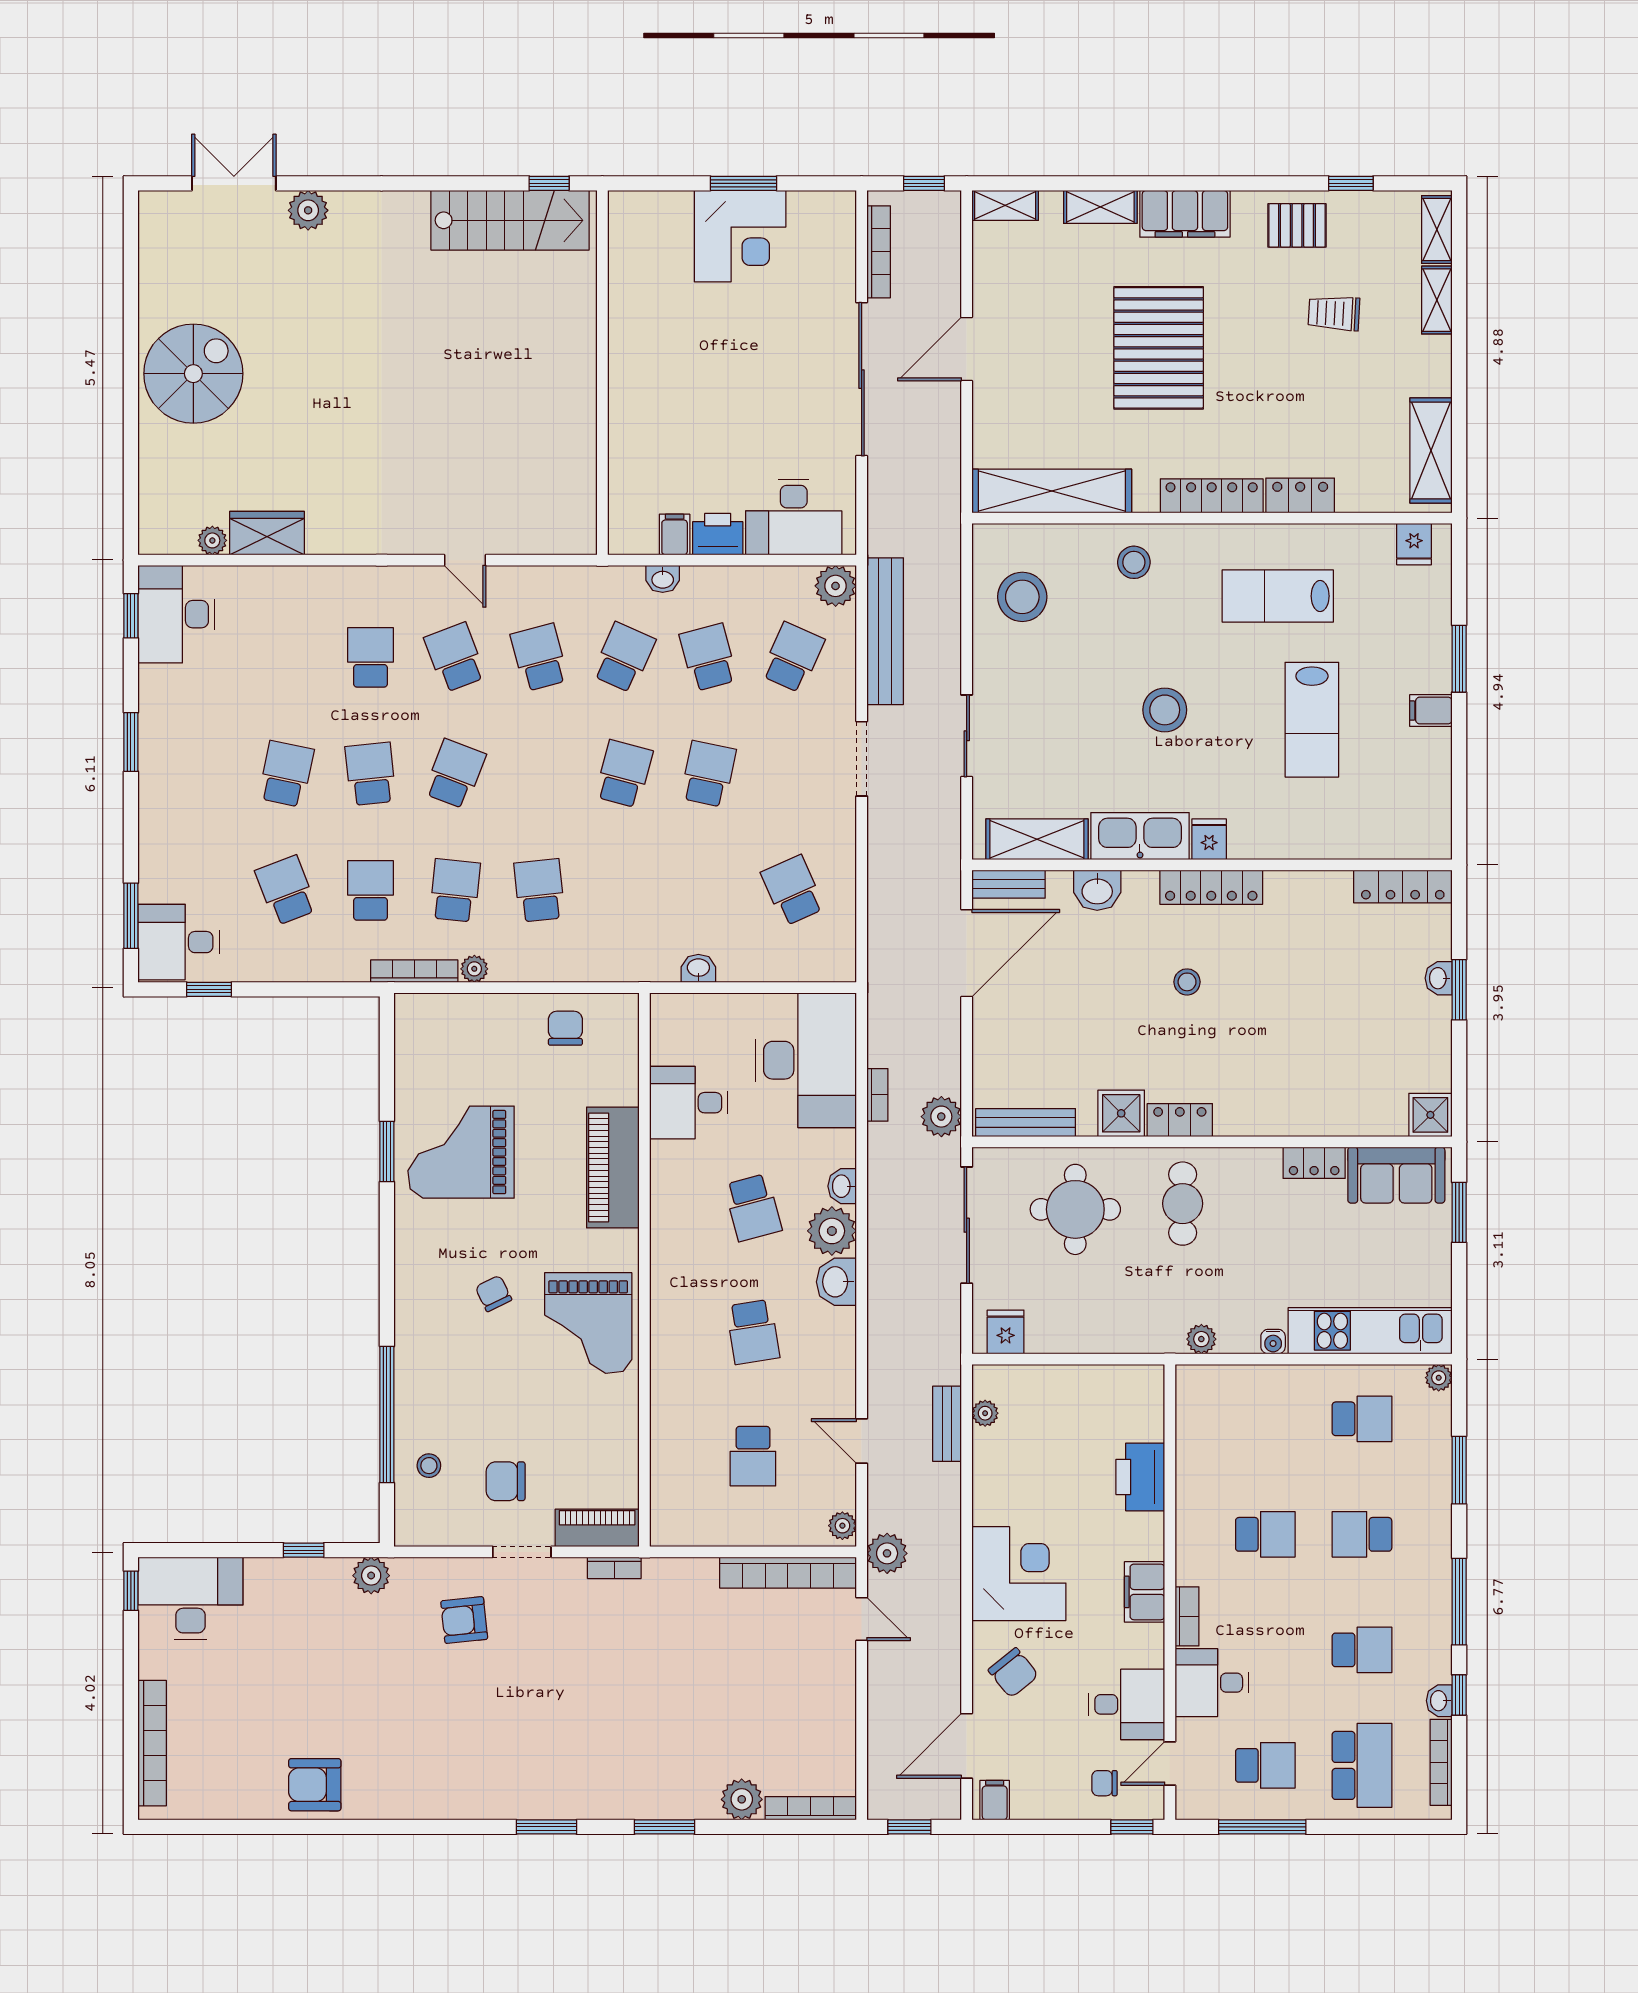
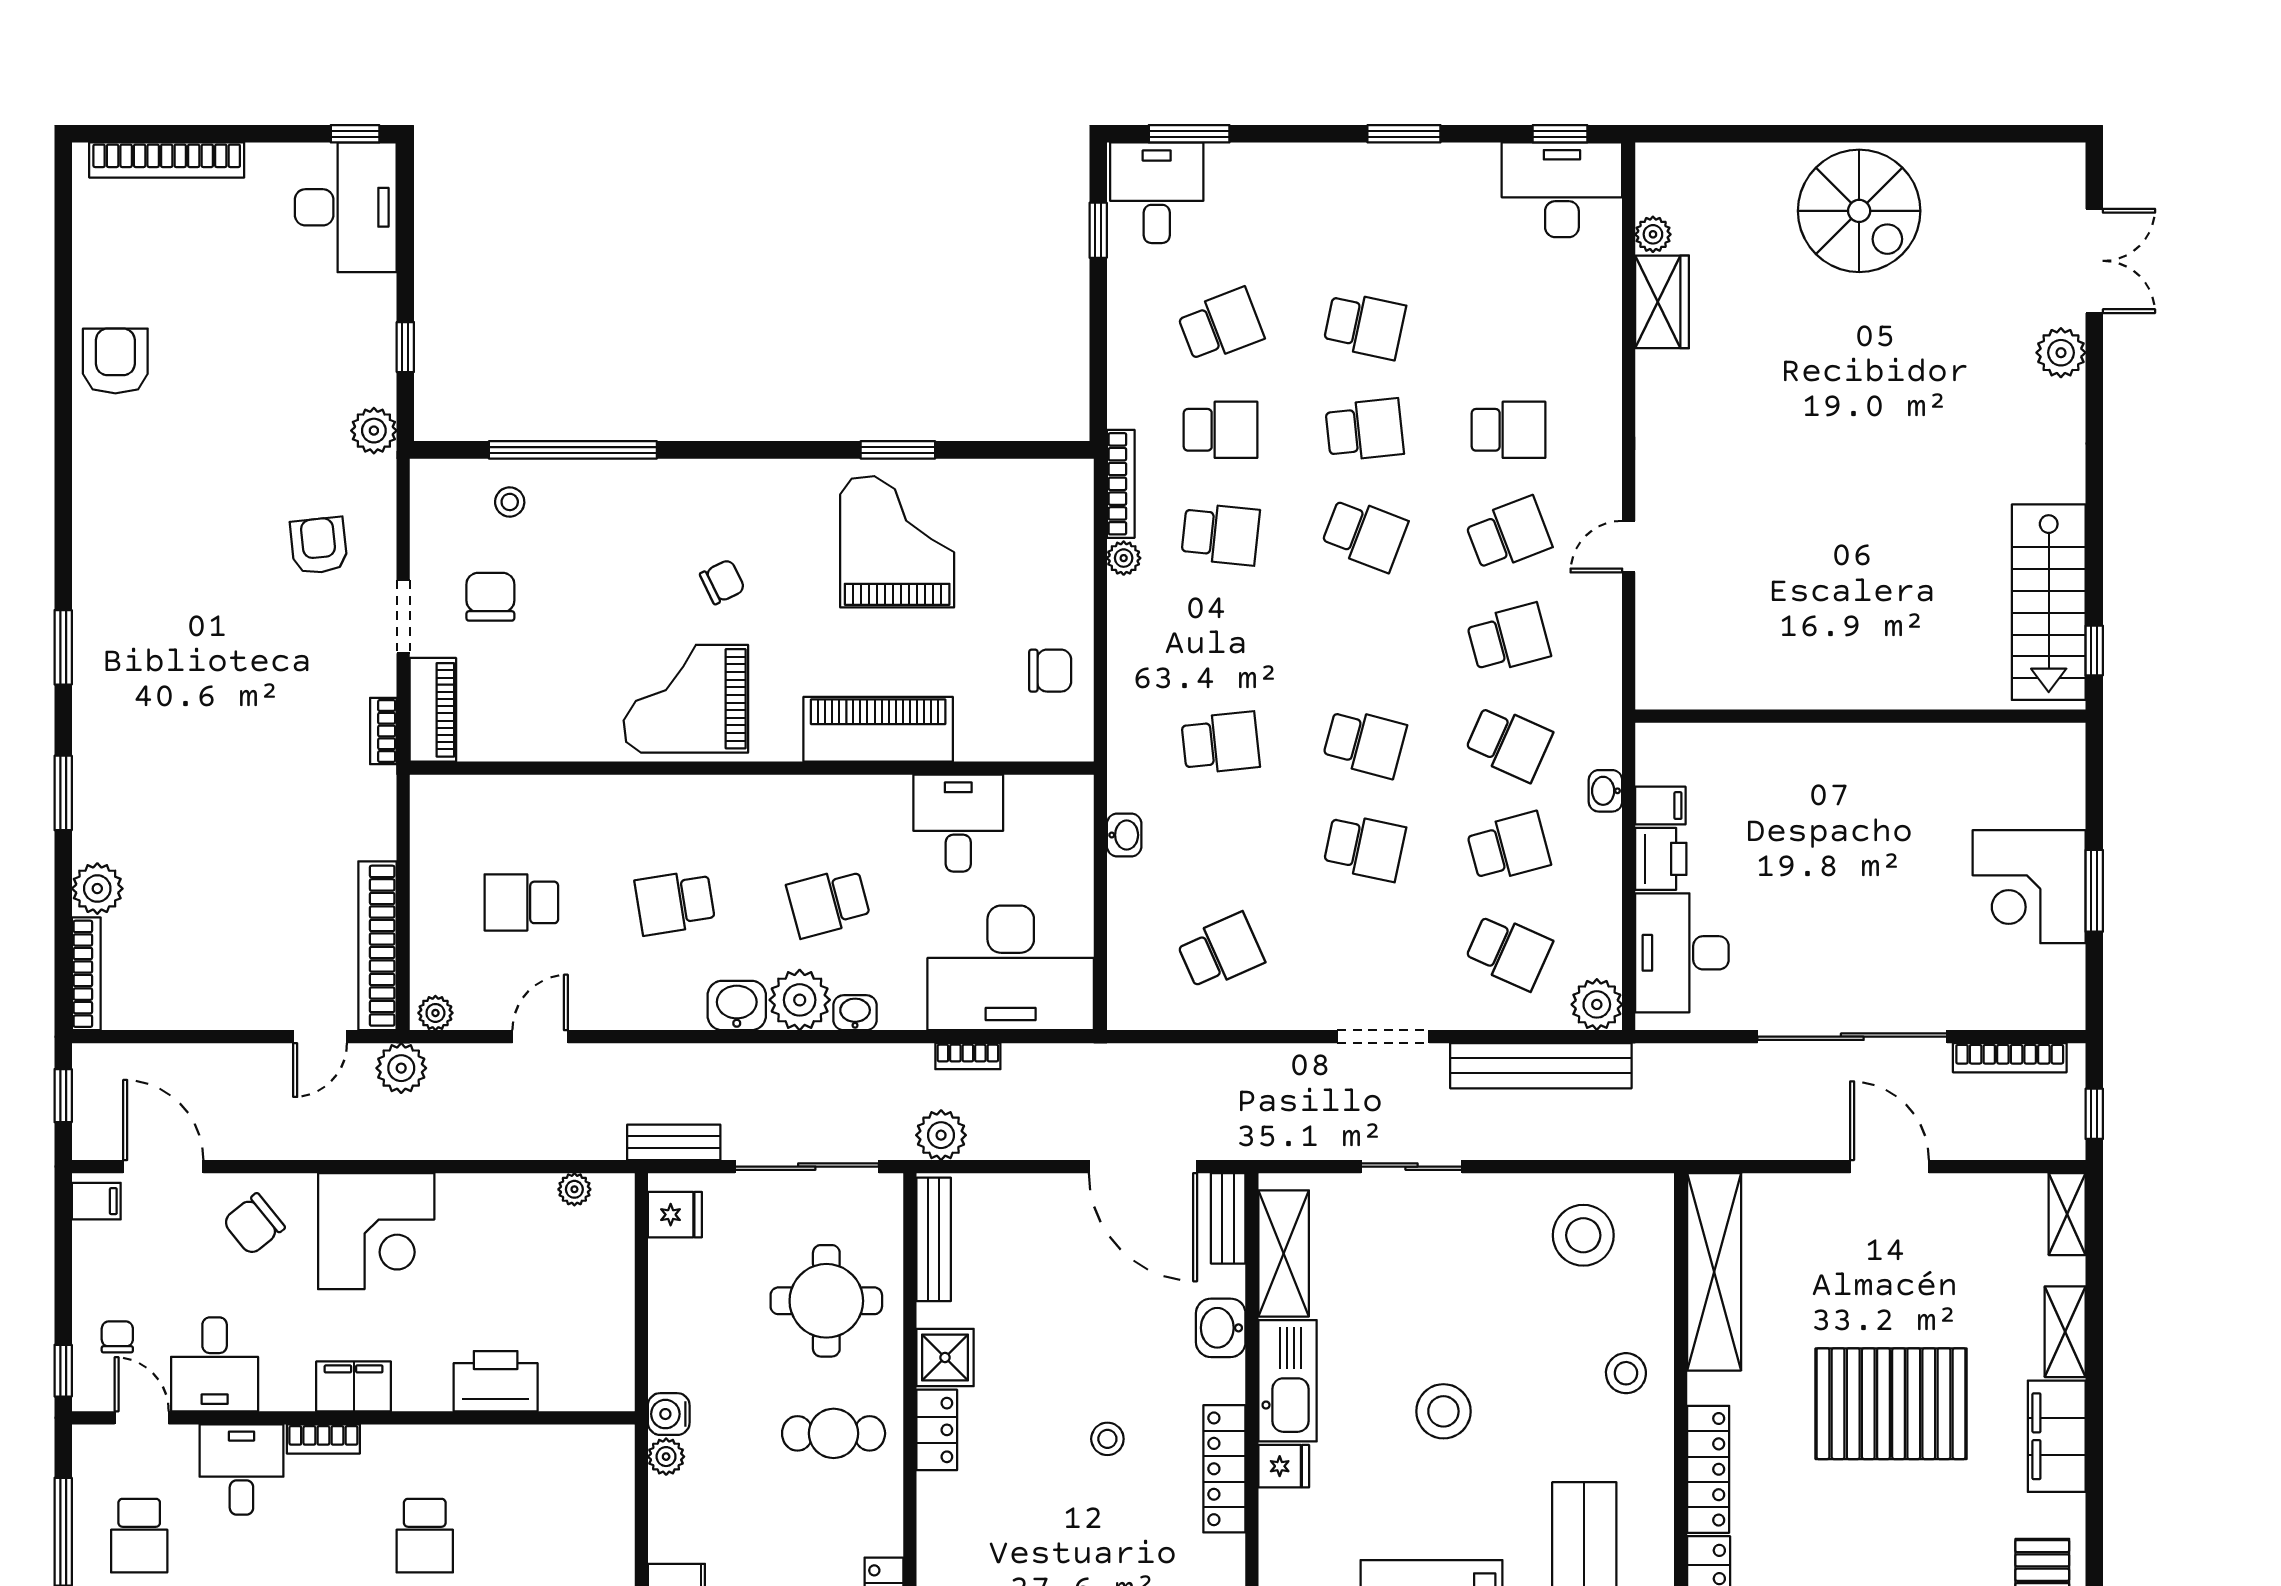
school desk: (539, 890) -> (1221, 743), moved
water cooler: (1273, 1342) -> (669, 1414), moved, width x1.38, depth x1.38
bench: (947, 1424) -> (674, 1142), moved

